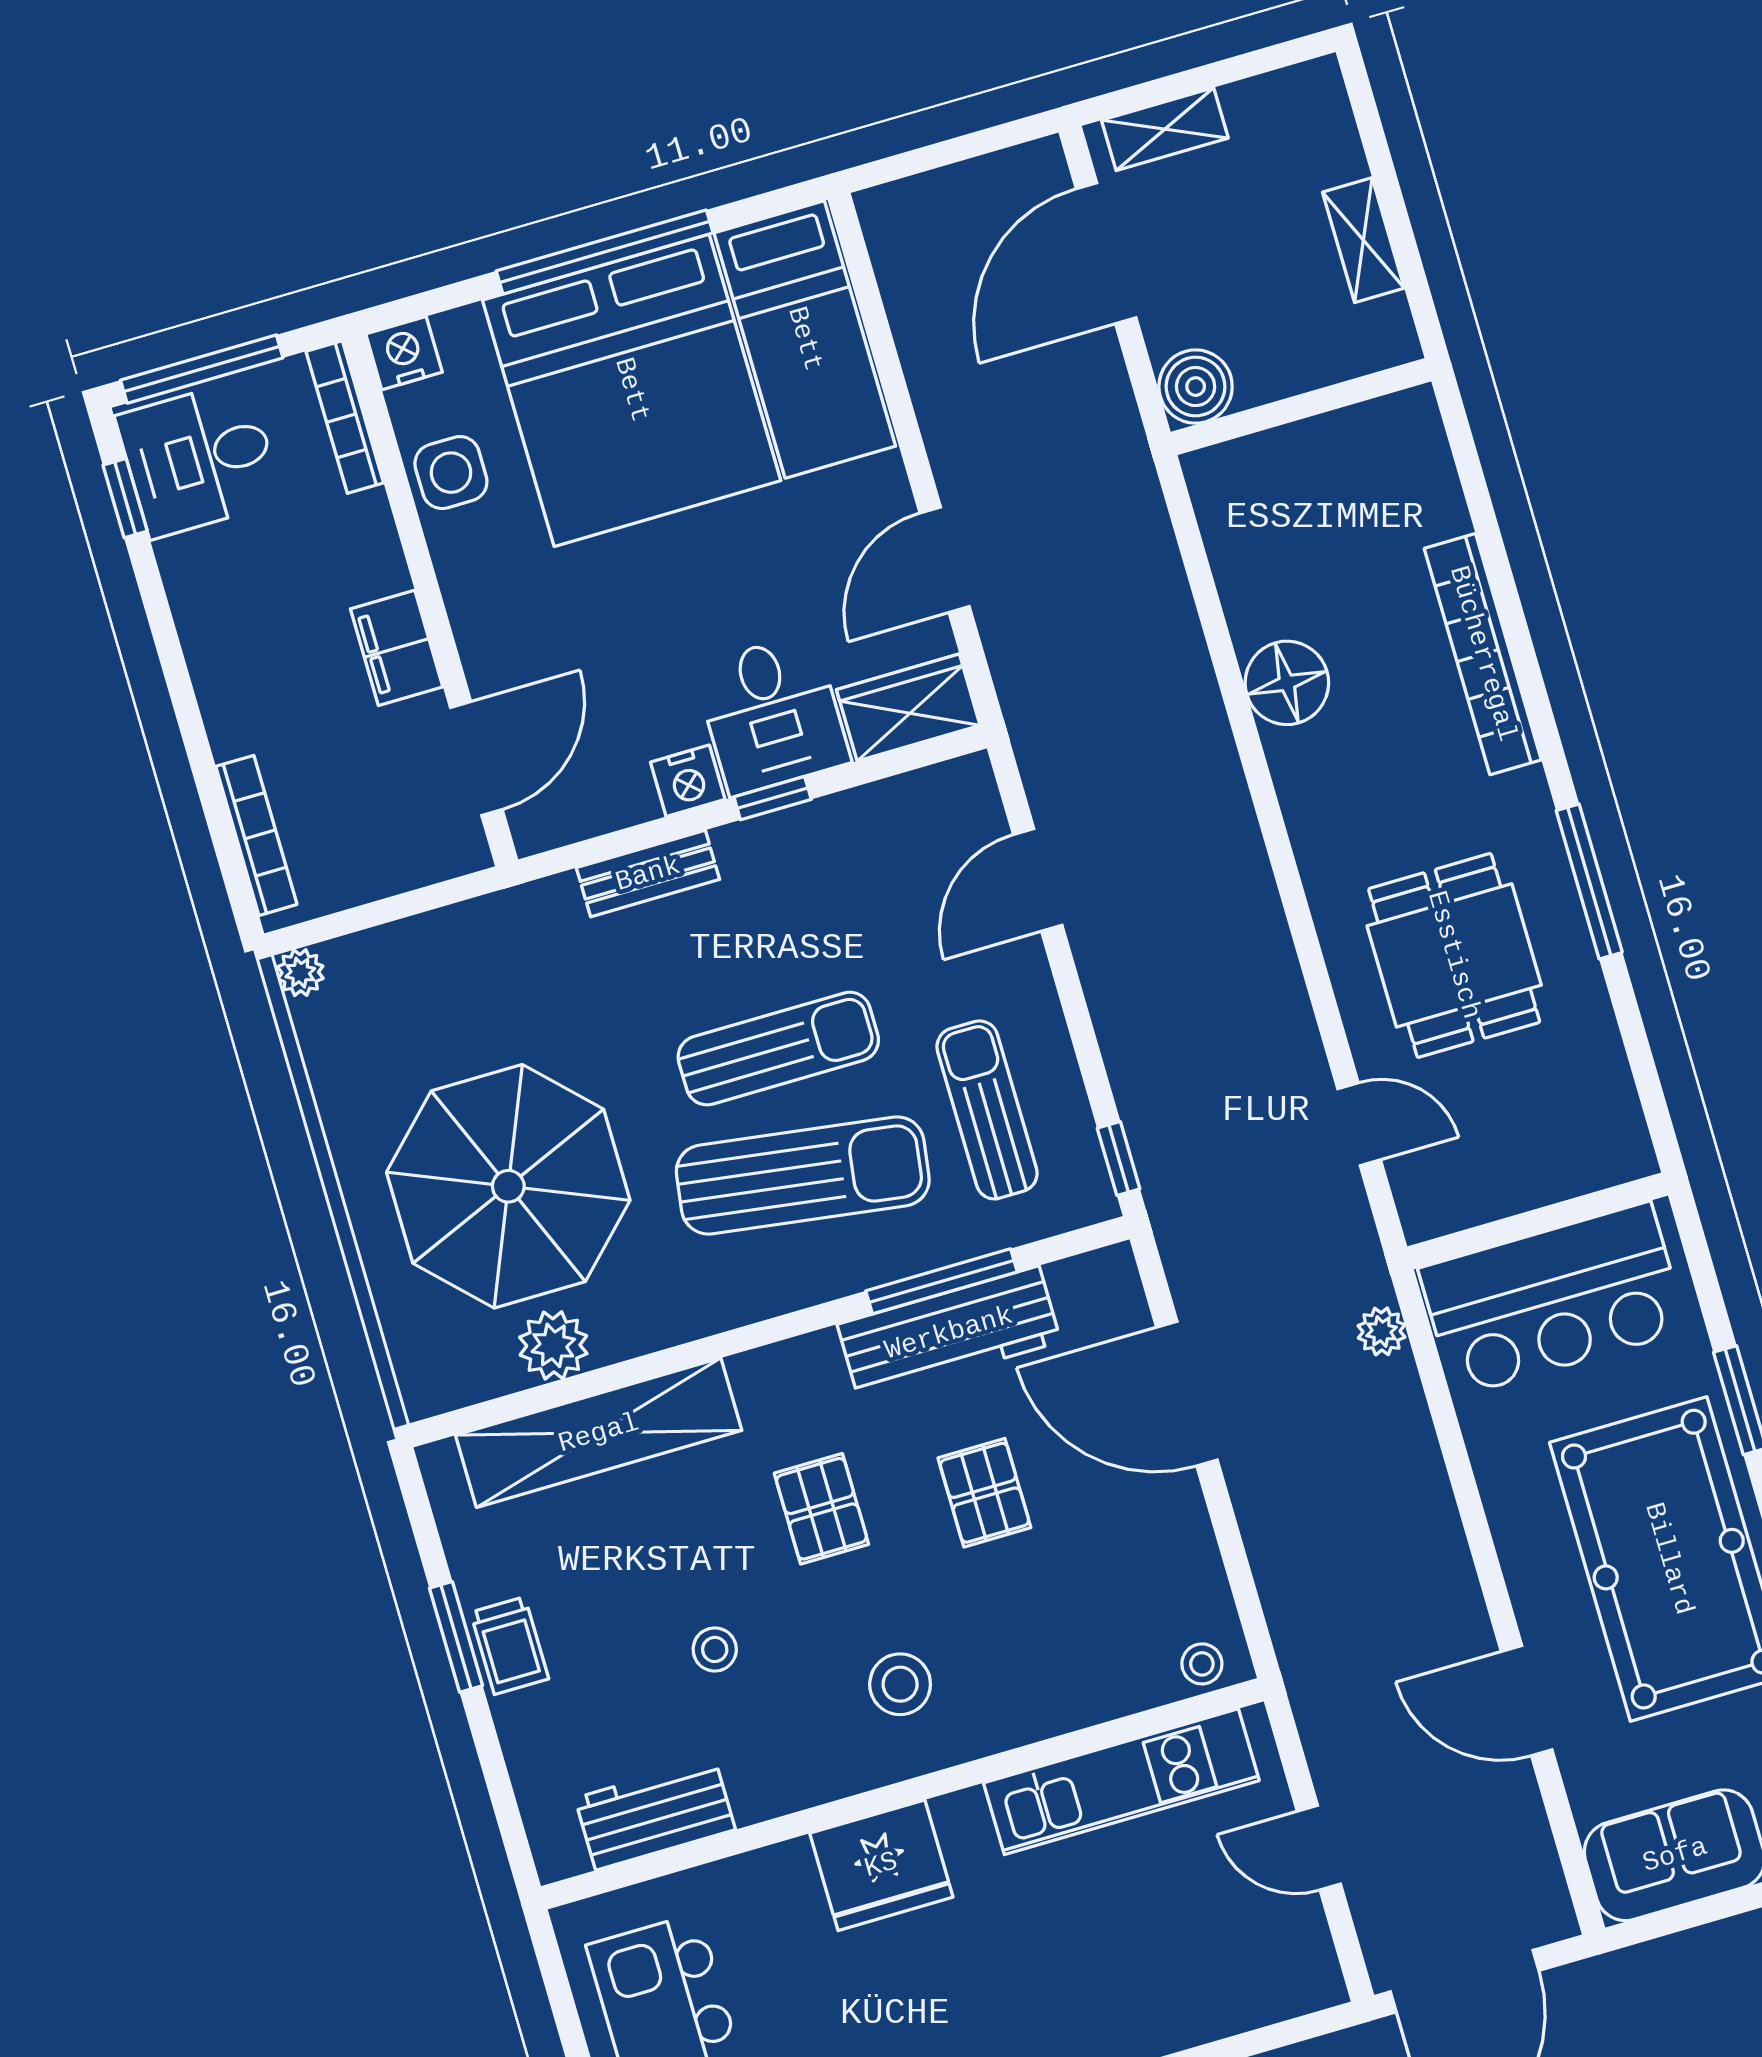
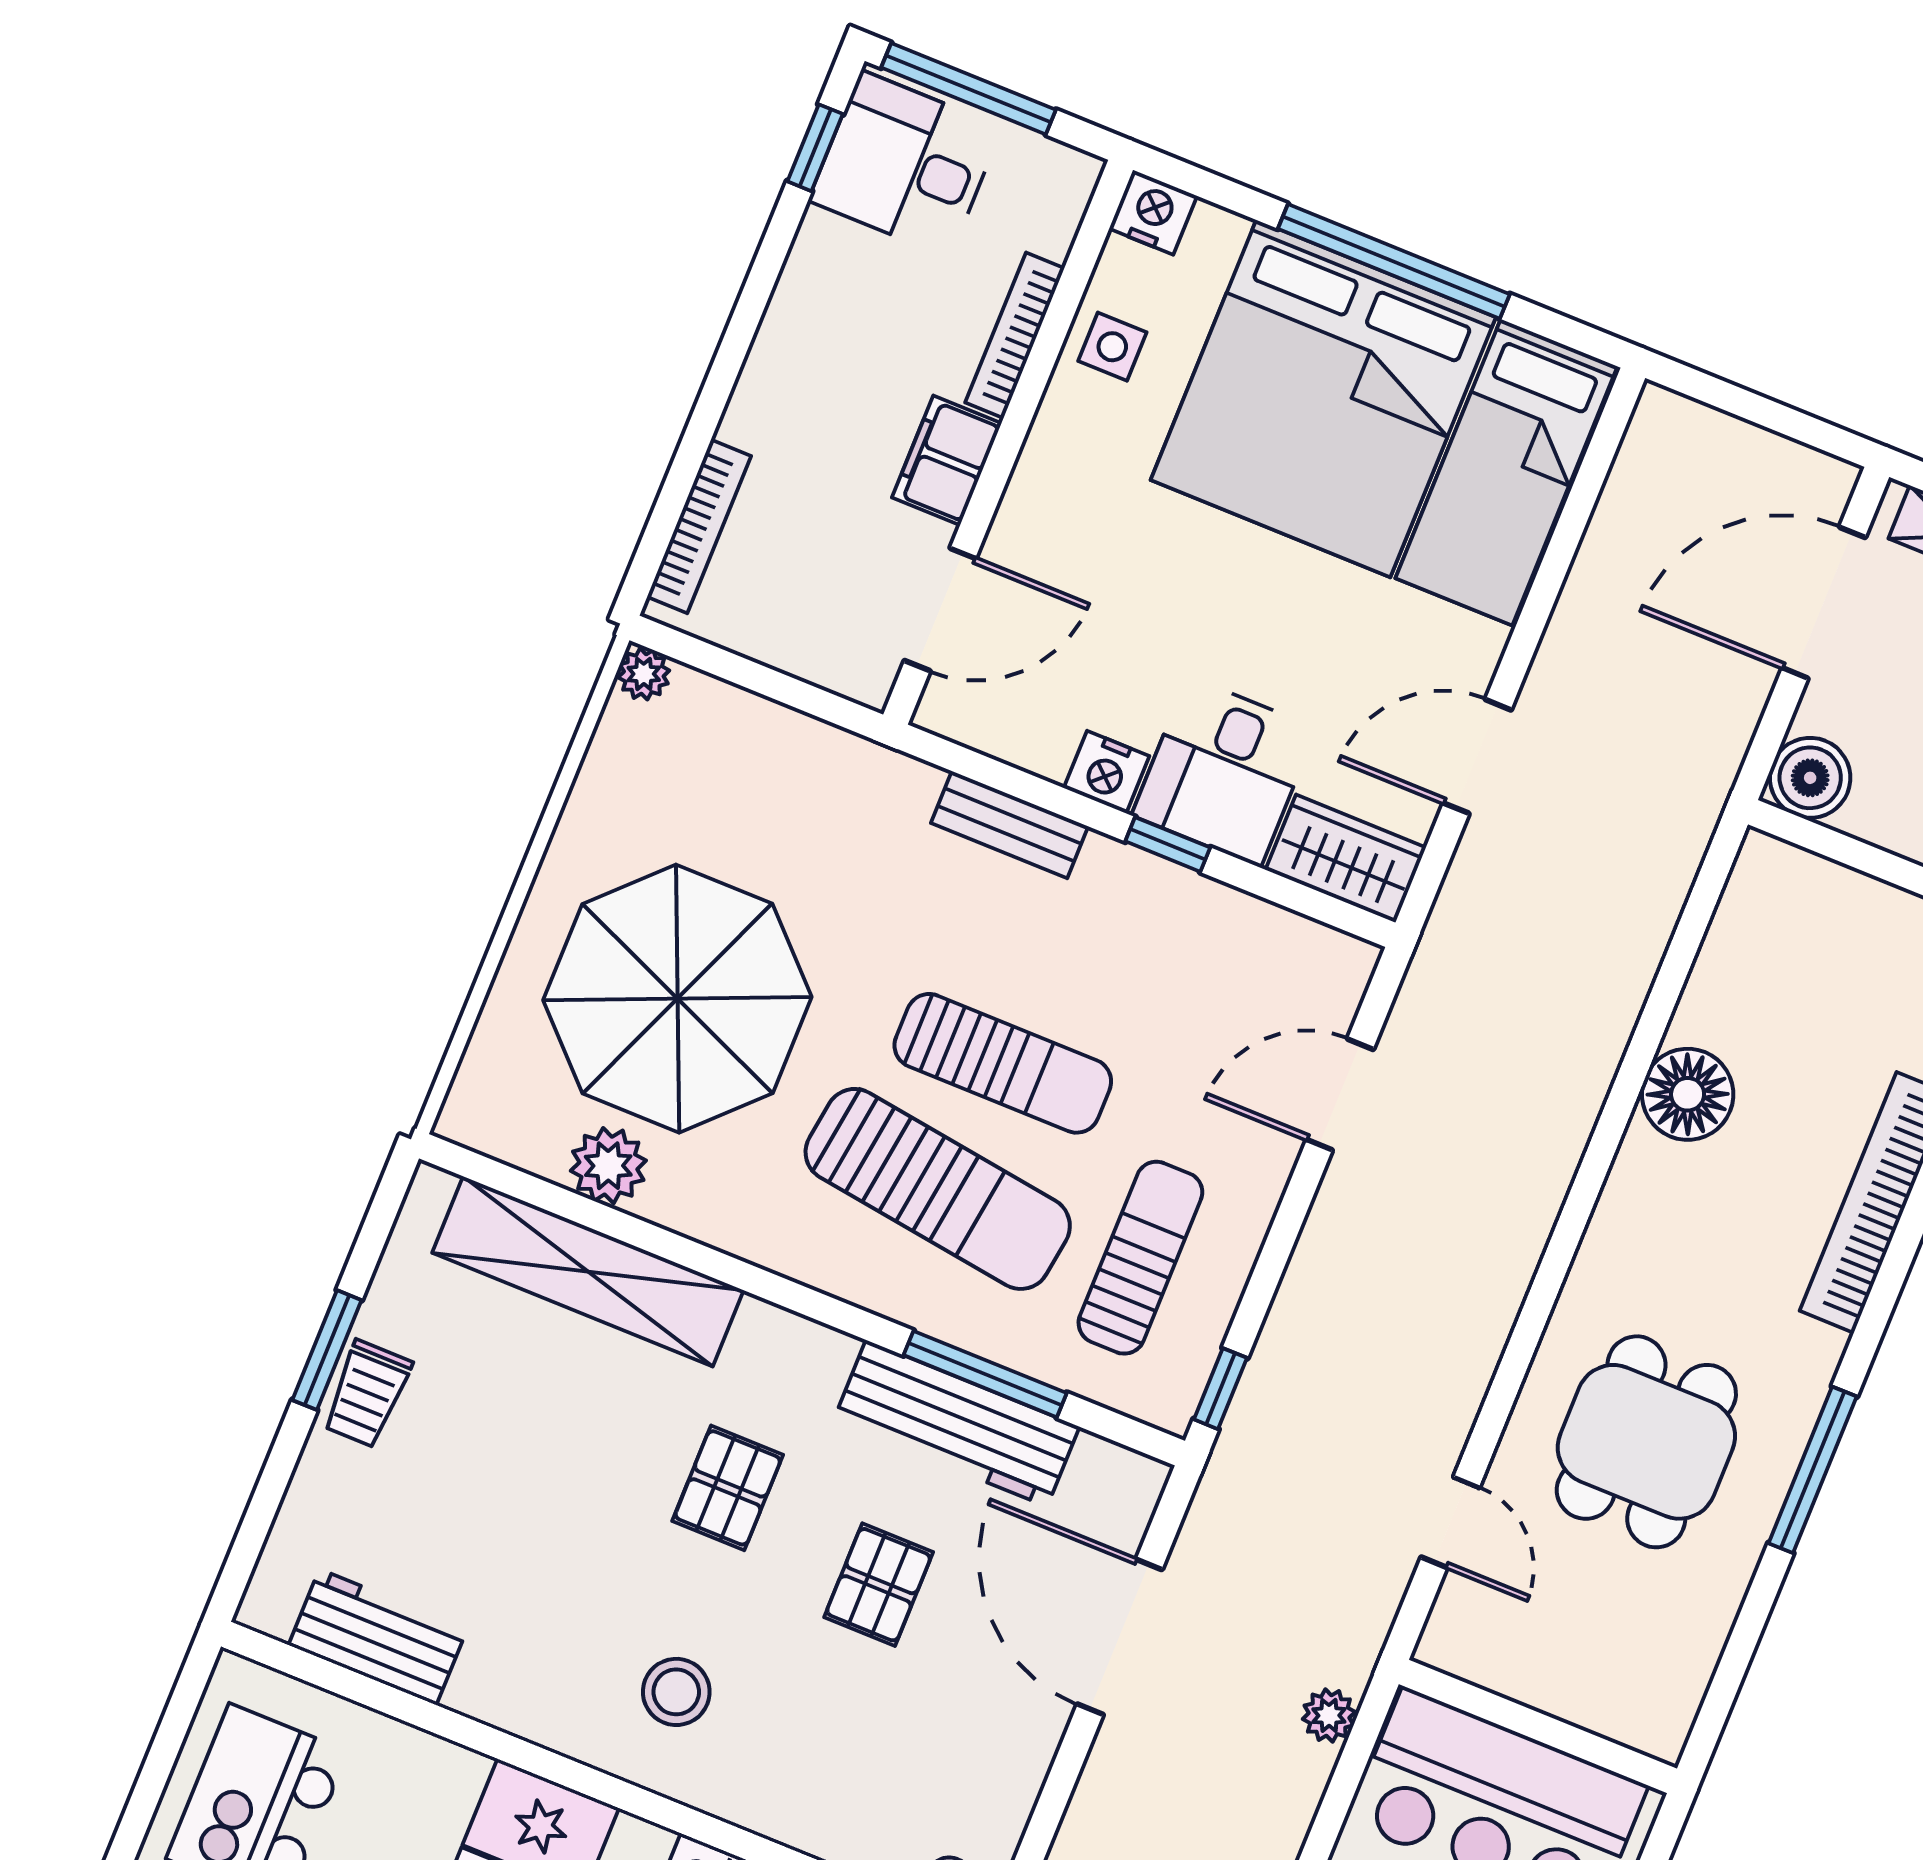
bookcase: (345, 417) -> (1015, 335), moved
side table: (451, 473) -> (1112, 347), width x0.73, depth x0.73
stool: (715, 1649) -> (541, 1536), removed

